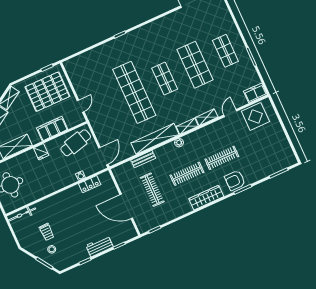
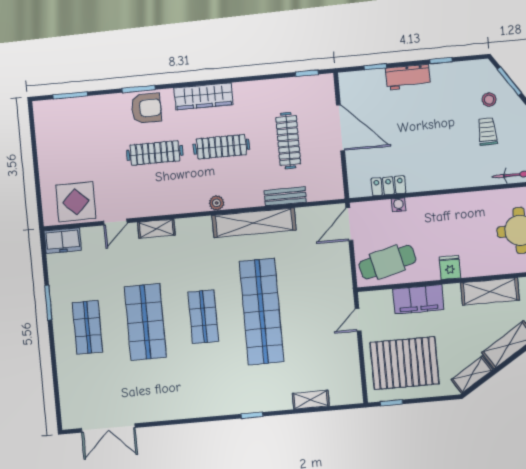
shelving: (187, 126) -> (311, 400), moved

